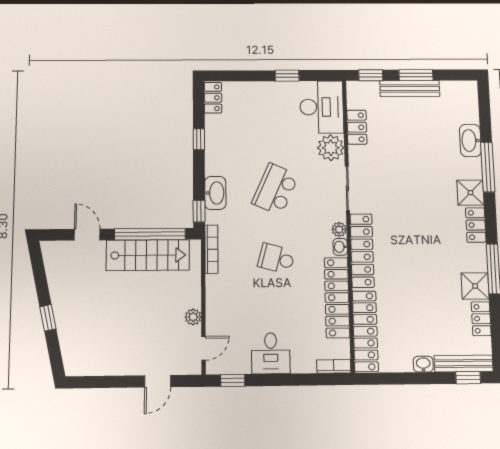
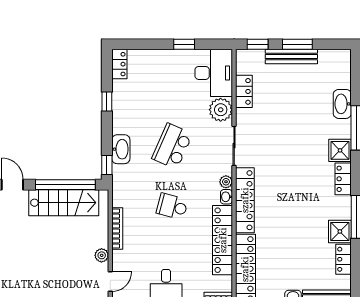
bookcase: (211, 249) -> (117, 228), moved

